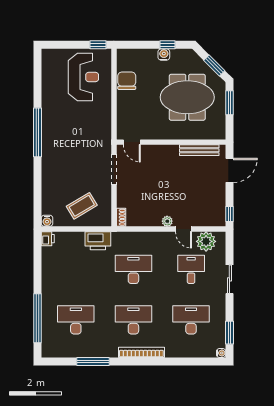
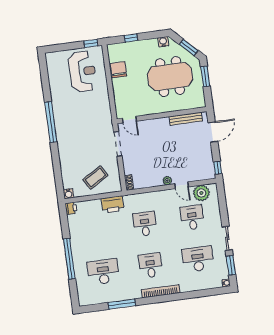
window: (167, 45) -> (131, 38), moved
water cooler: (164, 55) -> (163, 42), moved
desk: (133, 269) -> (145, 224), width x0.73
sliding door: (229, 279) -> (227, 238), moved
window: (37, 318) -> (69, 259), moved
desk: (133, 320) -> (150, 265), width x0.73

